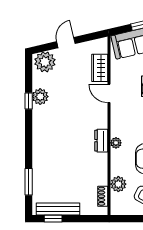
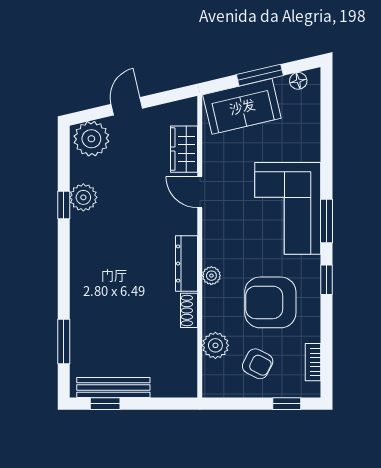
dresser: (101, 141) -> (187, 263), width x1.44
shoe rack: (103, 196) -> (189, 310), moved

